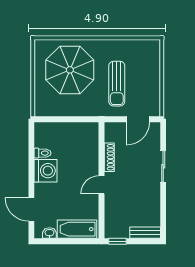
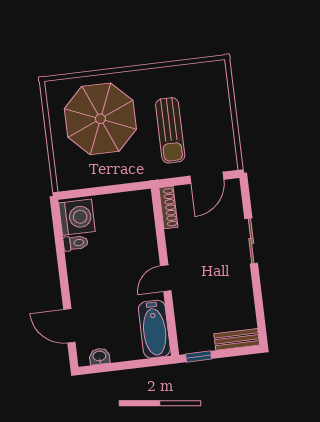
shoe rack: (109, 157) -> (168, 207), moved
washing machine: (46, 171) -> (77, 217), moved
bathtub: (77, 229) -> (154, 329), moved, turned -90

